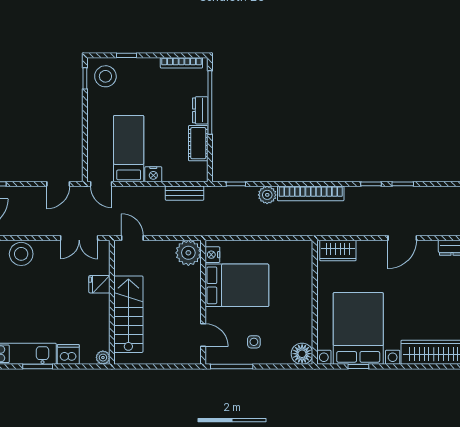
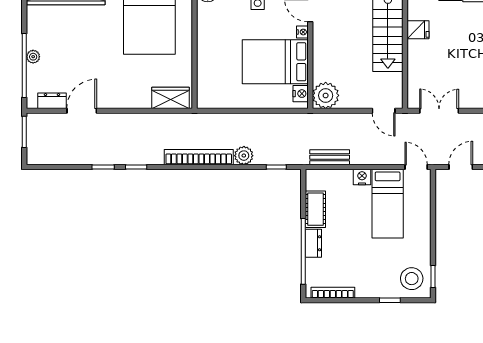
door: (402, 238) -> (82, 111), moved
fridge: (99, 284) -> (418, 30), moved
nightstand: (211, 314) -> (302, 32), added

